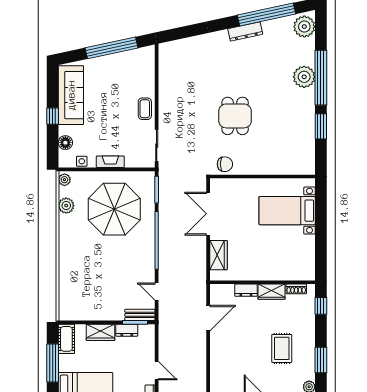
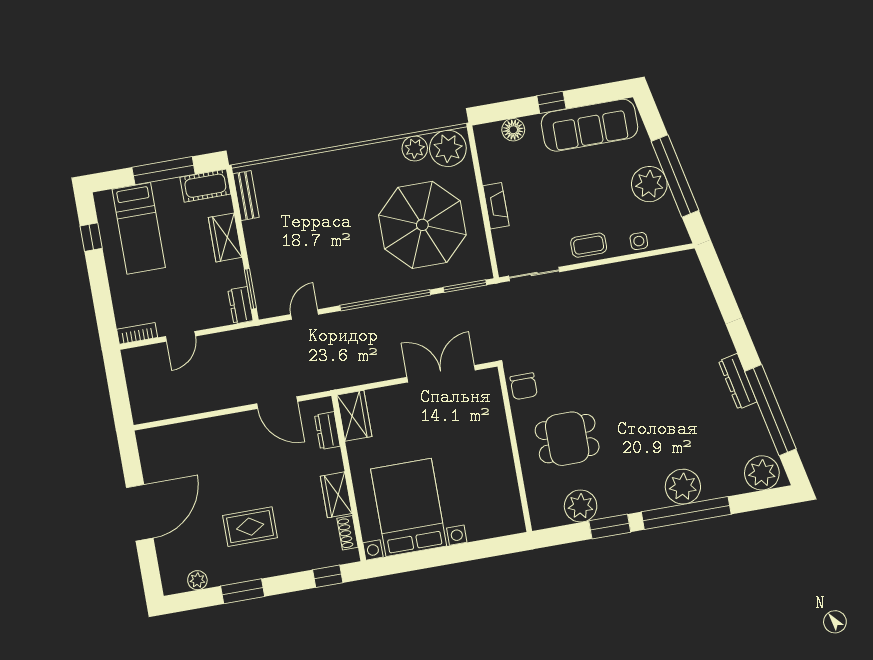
plant: (114, 65) -> (649, 184), added
dining table: (235, 116) -> (567, 439), moved
plant: (305, 142) -> (581, 506), added
side table: (82, 161) -> (639, 241), moved
plant: (64, 180) -> (448, 148), width x1.87, depth x1.87
bed with nightstands: (287, 211) -> (409, 507), moved, width x1.36
wardrobe: (218, 255) -> (354, 416), moved, turned -90
dresser: (246, 290) -> (327, 431), moved
bench: (140, 315) -> (246, 196), moved
dresser: (127, 330) -> (241, 305), moved

